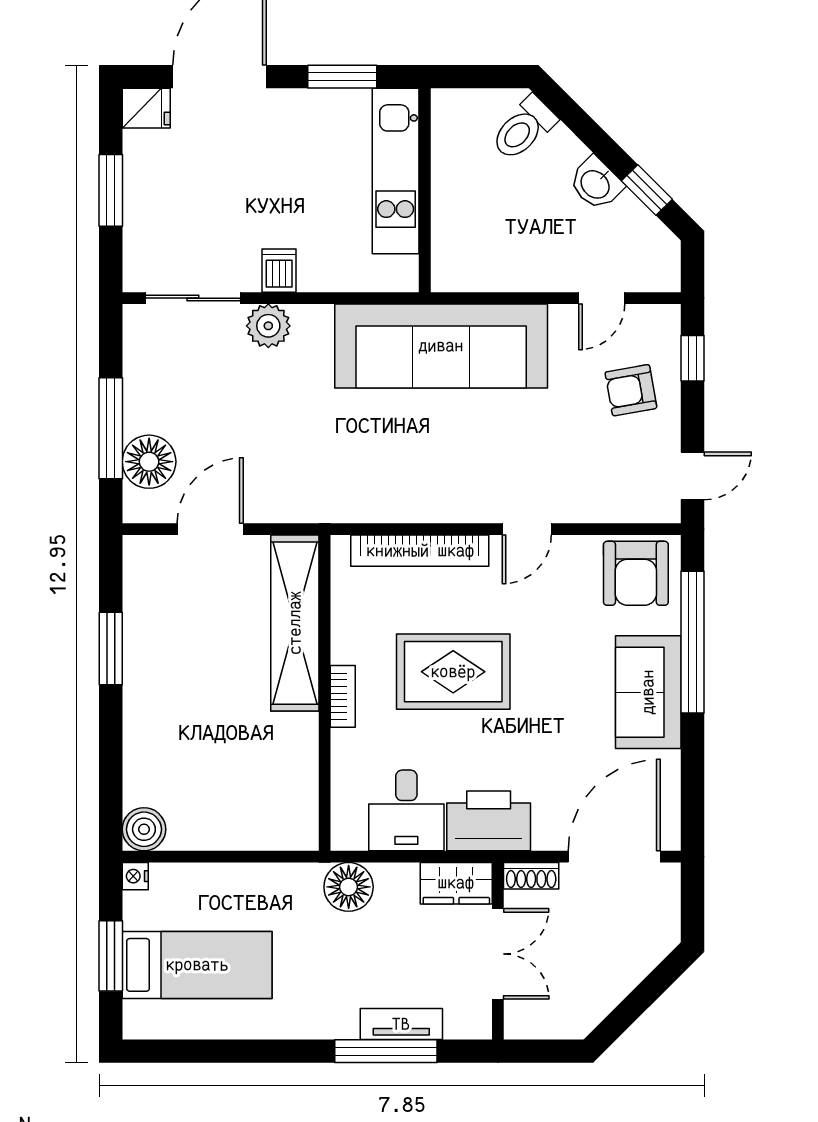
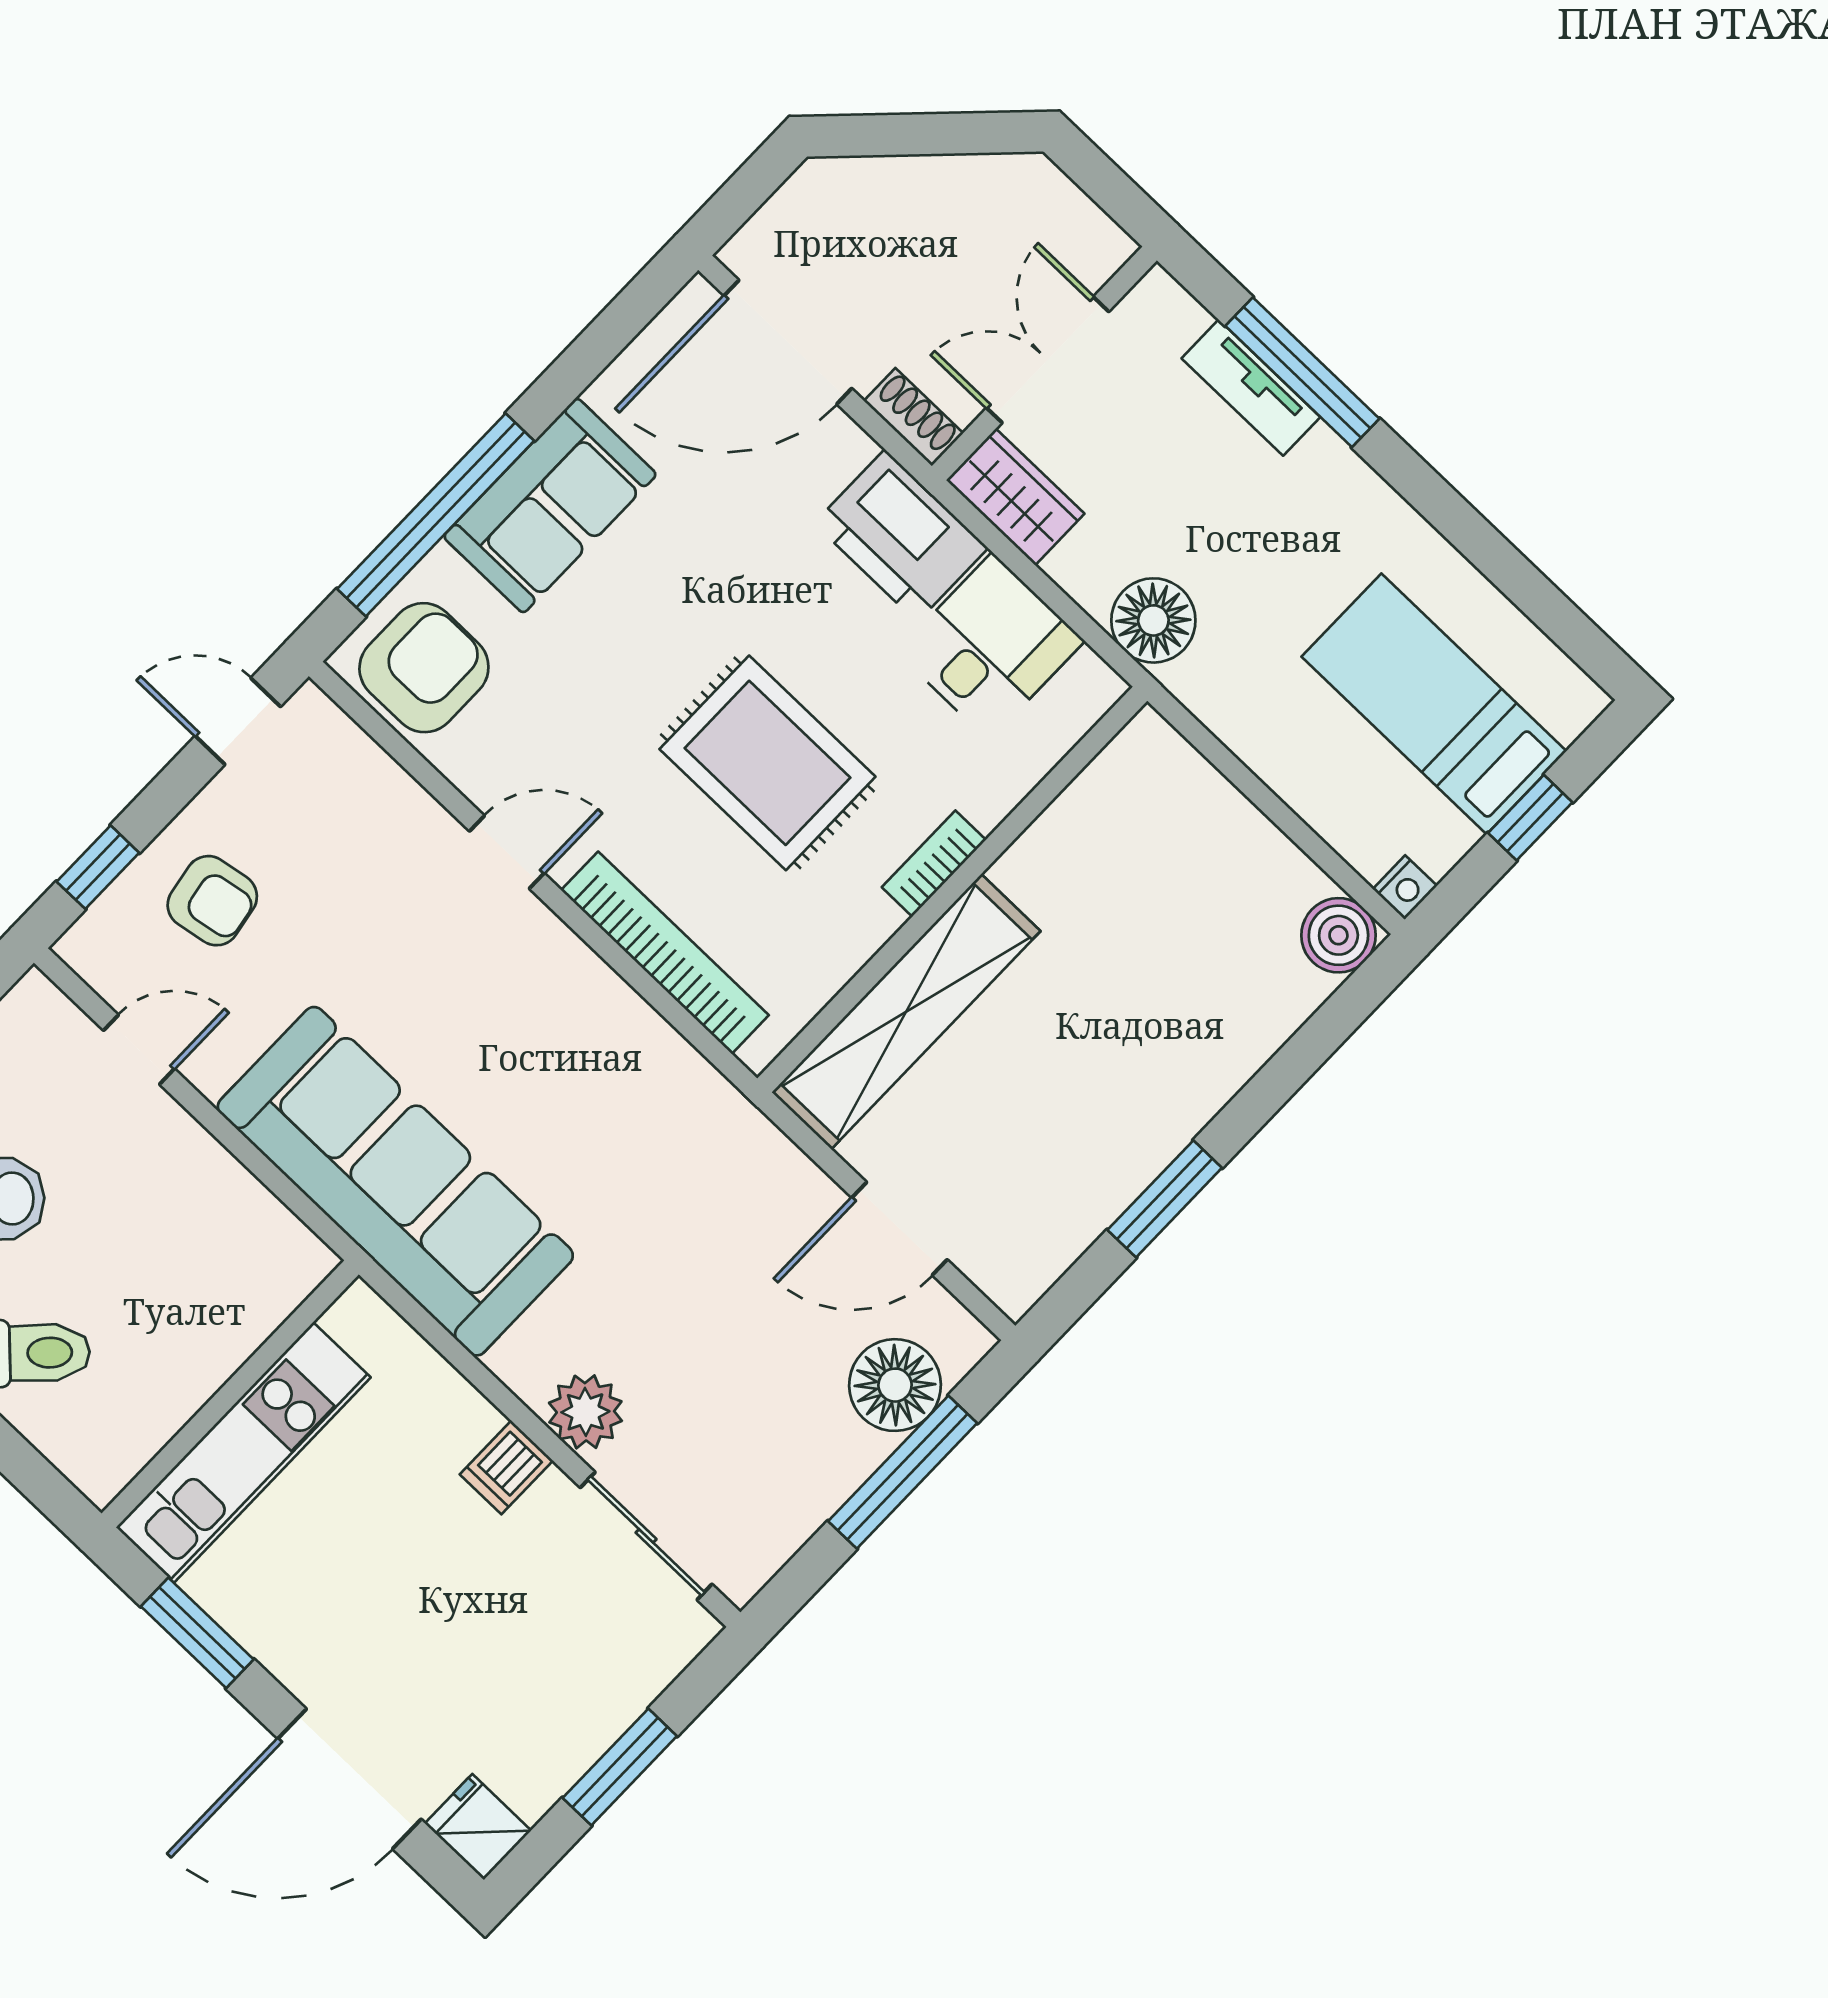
window: (111, 956) -> (1530, 818), width x0.67

